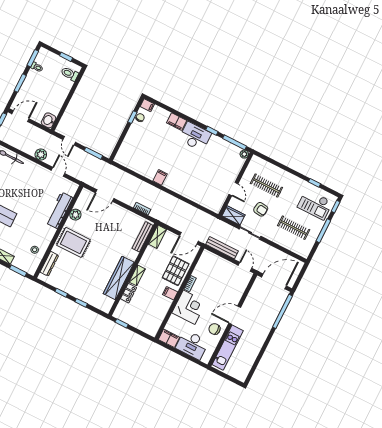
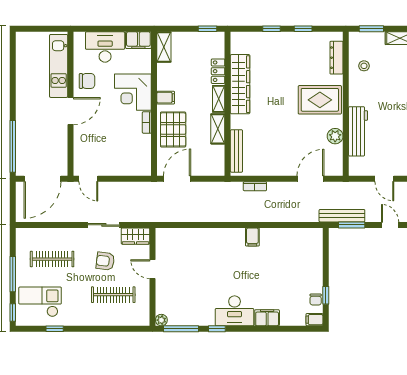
shelving: (157, 237) -> (218, 129), moved
bench: (222, 248) -> (342, 216), moved
shelving: (155, 326) -> (164, 47), added

